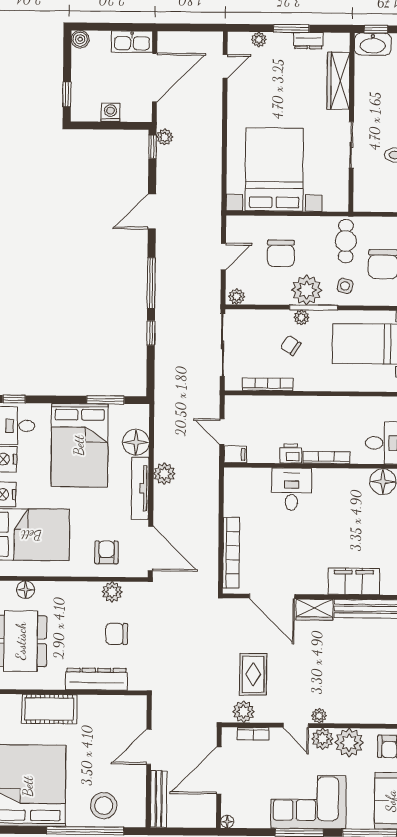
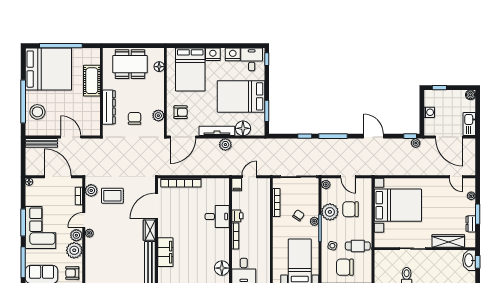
plant: (307, 290) -> (330, 212), moved

